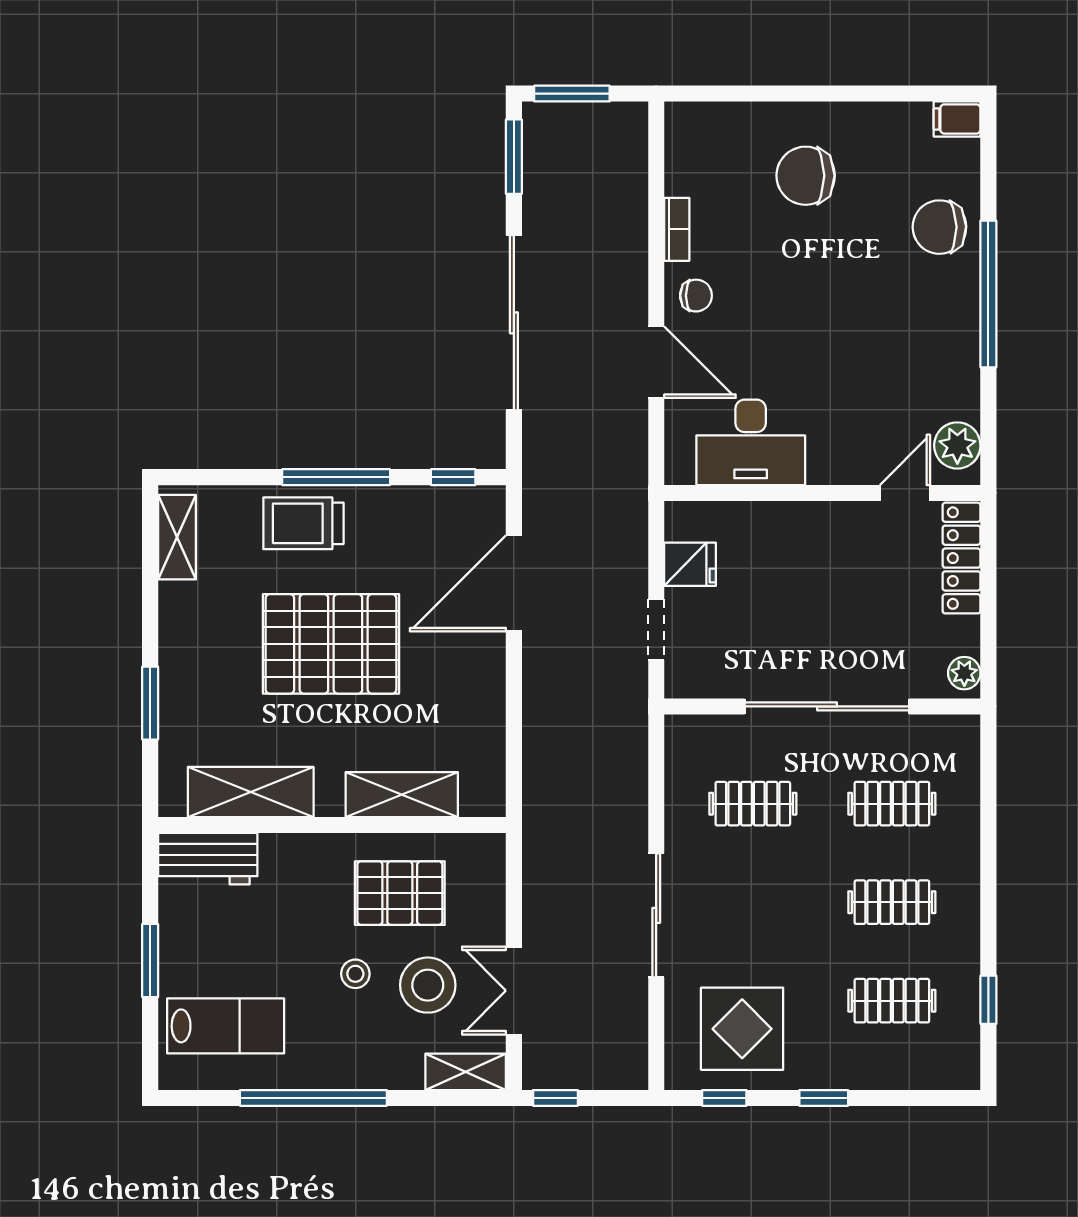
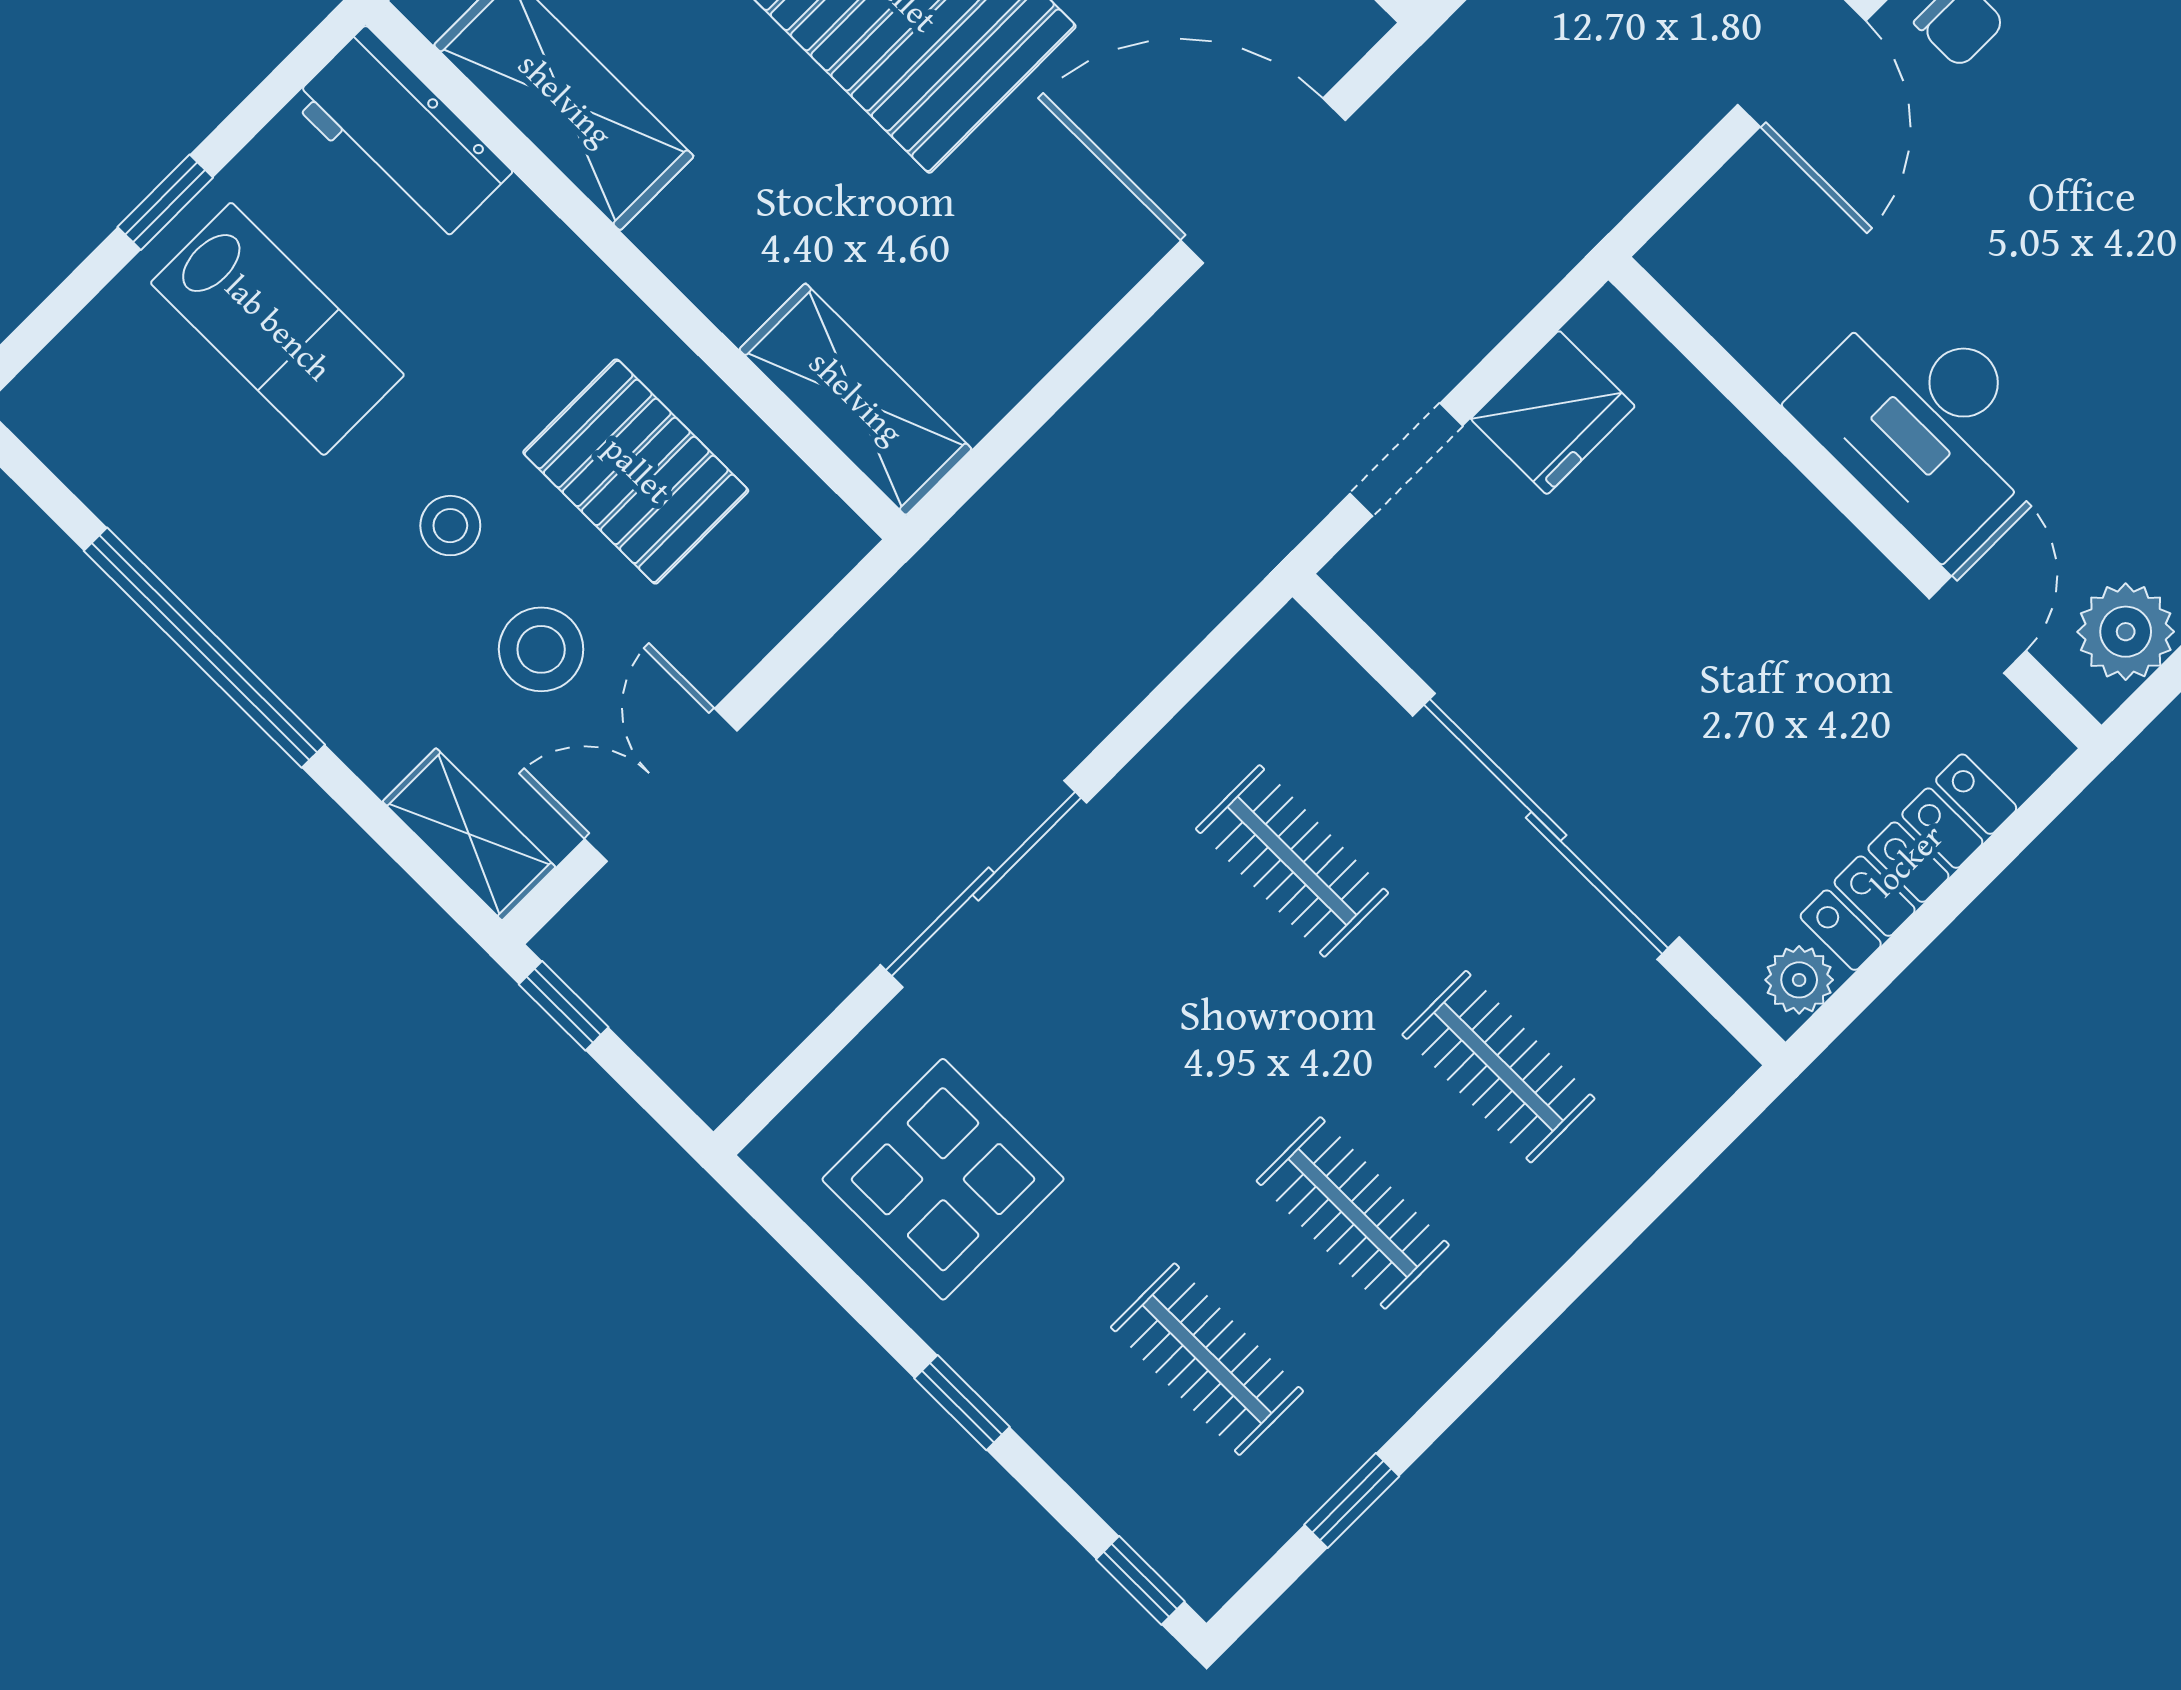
desk: (751, 442) -> (1924, 422), moved
door: (905, 493) -> (1978, 625), hinge flipped
locker: (962, 558) -> (1908, 862), moved
fridge: (690, 564) -> (1553, 413), width x1.38
shelving: (402, 795) -> (855, 399), moved
window: (150, 961) -> (165, 202), width x0.67
stool: (428, 985) -> (541, 649), width x0.73, depth x0.73
lab bench: (226, 1026) -> (277, 329), moved
window: (724, 1098) -> (1140, 1580), moved

